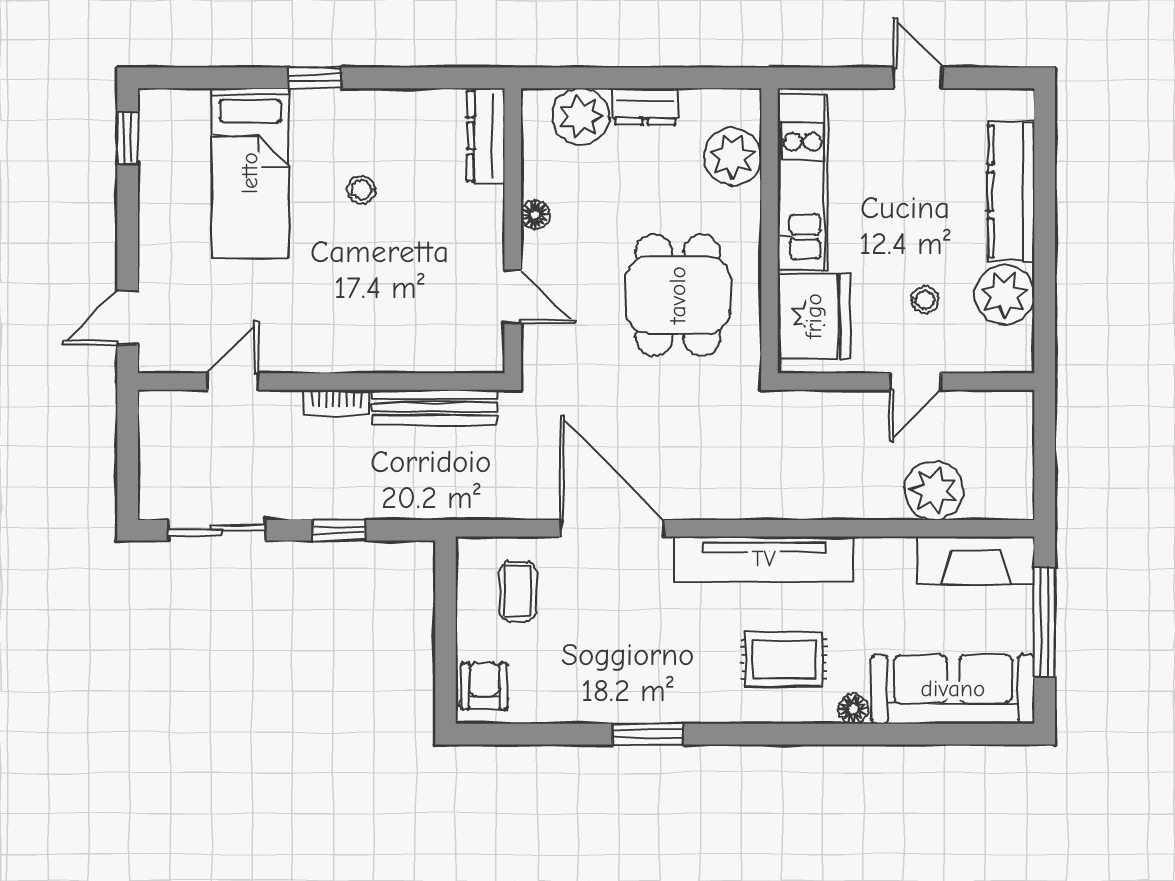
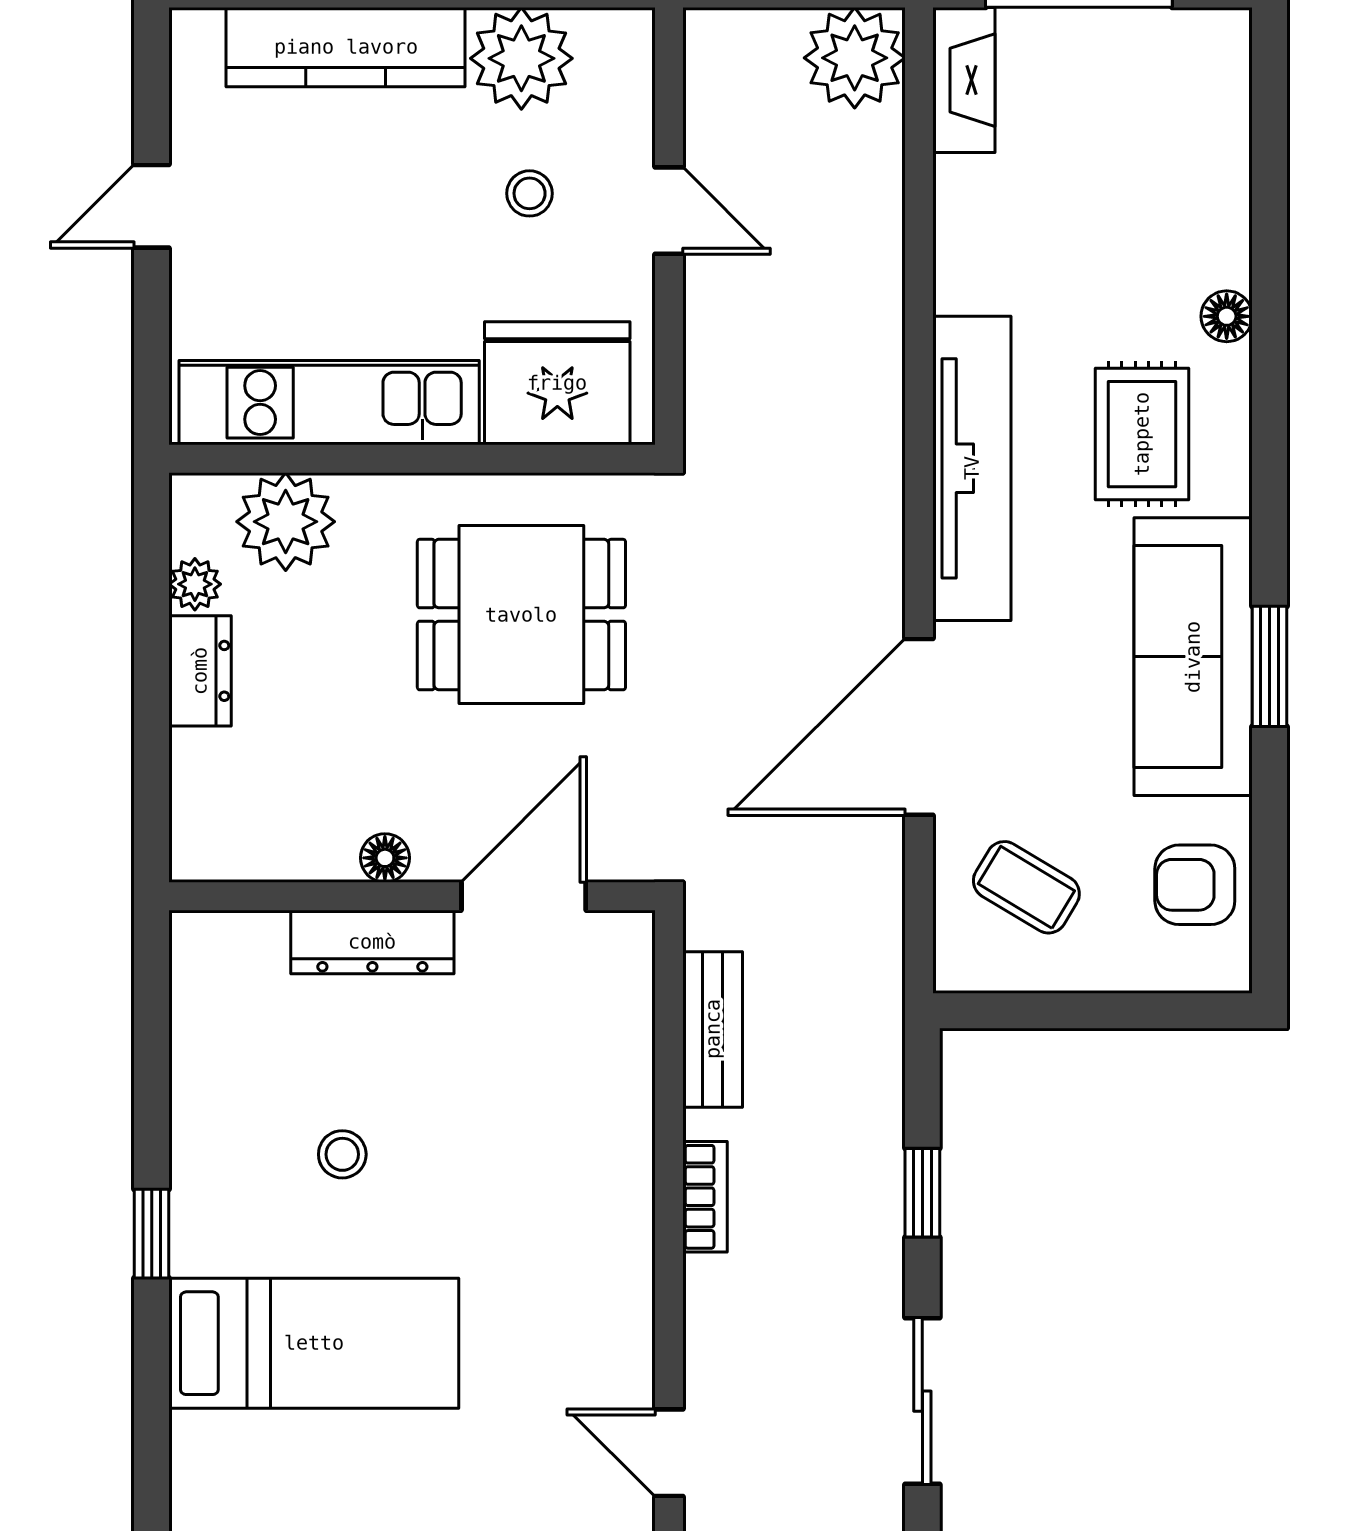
plant: (581, 117) -> (195, 584), moved, width x0.53, depth x0.53
dresser: (486, 136) -> (372, 942), moved
door: (513, 296) -> (524, 896), width x1.38
door: (233, 382) -> (669, 1453), moved
bench: (434, 407) -> (713, 1029), width x0.73
plant: (934, 491) -> (855, 58), moved
fireplace: (976, 560) -> (964, 80), width x0.73, depth x0.76
coffee table: (518, 591) -> (1026, 887), turned 31
armchair: (484, 686) -> (1195, 885), moved
sofa: (953, 689) -> (1193, 657), moved

